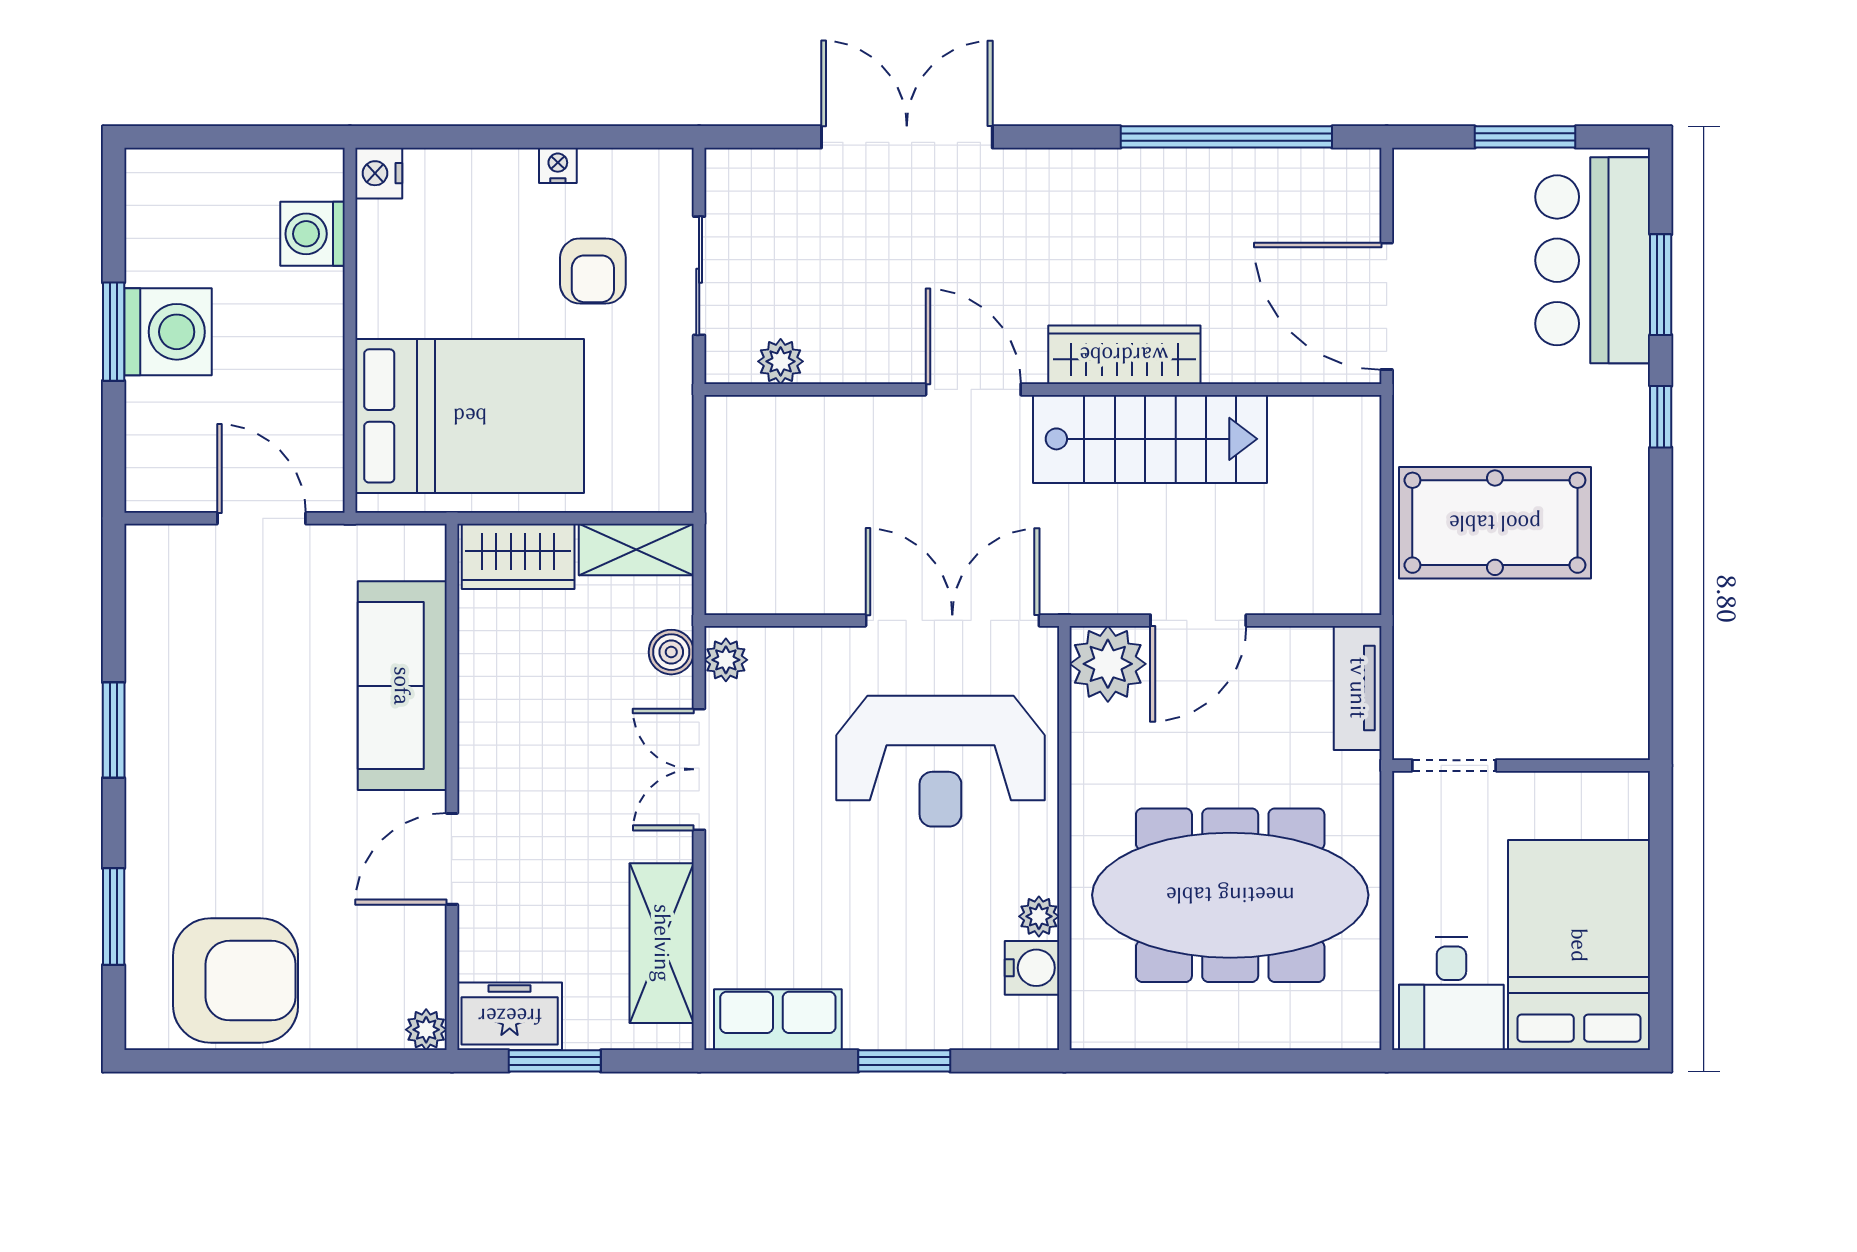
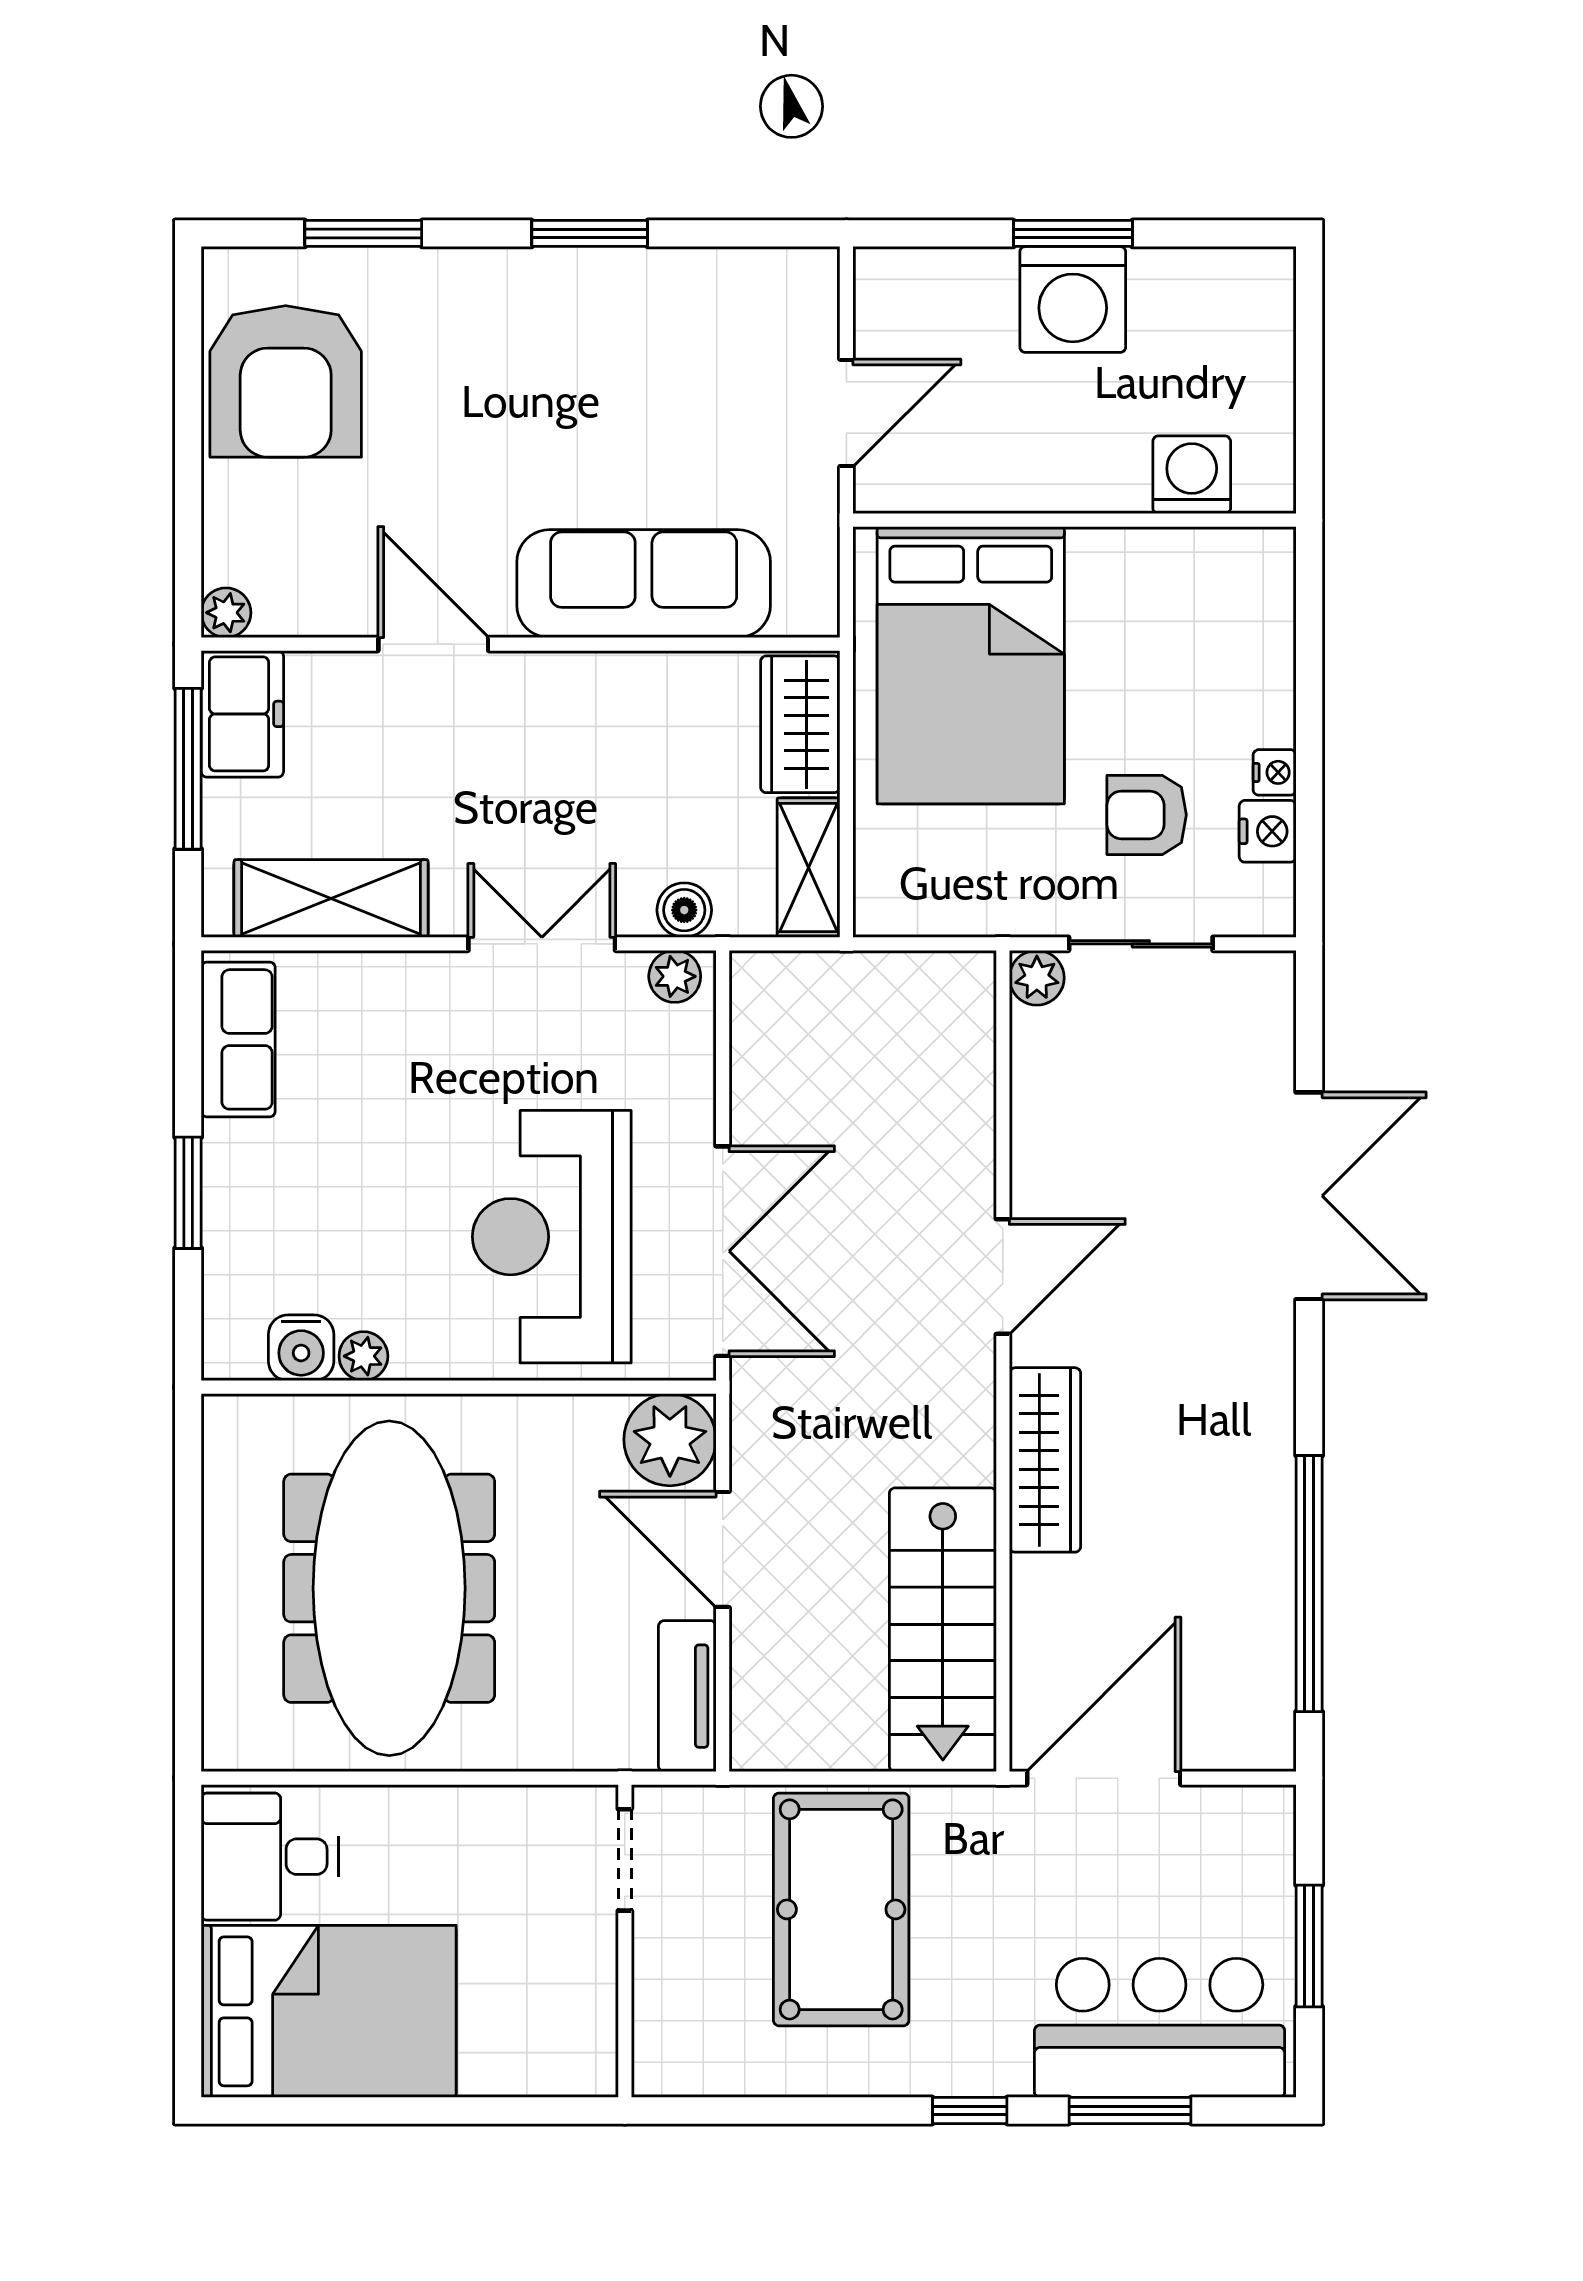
nightstand: (379, 173) -> (1268, 831), moved, turned 90
plant: (781, 361) -> (1037, 978), moved
stairs: (1150, 439) -> (943, 1630), moved
tv unit: (1358, 688) -> (687, 1696), moved, turned -90
doorway: (1454, 765) -> (625, 1860), moved
wall: (1521, 765) -> (625, 1941), moved
window: (555, 1061) -> (188, 769), width x1.44

